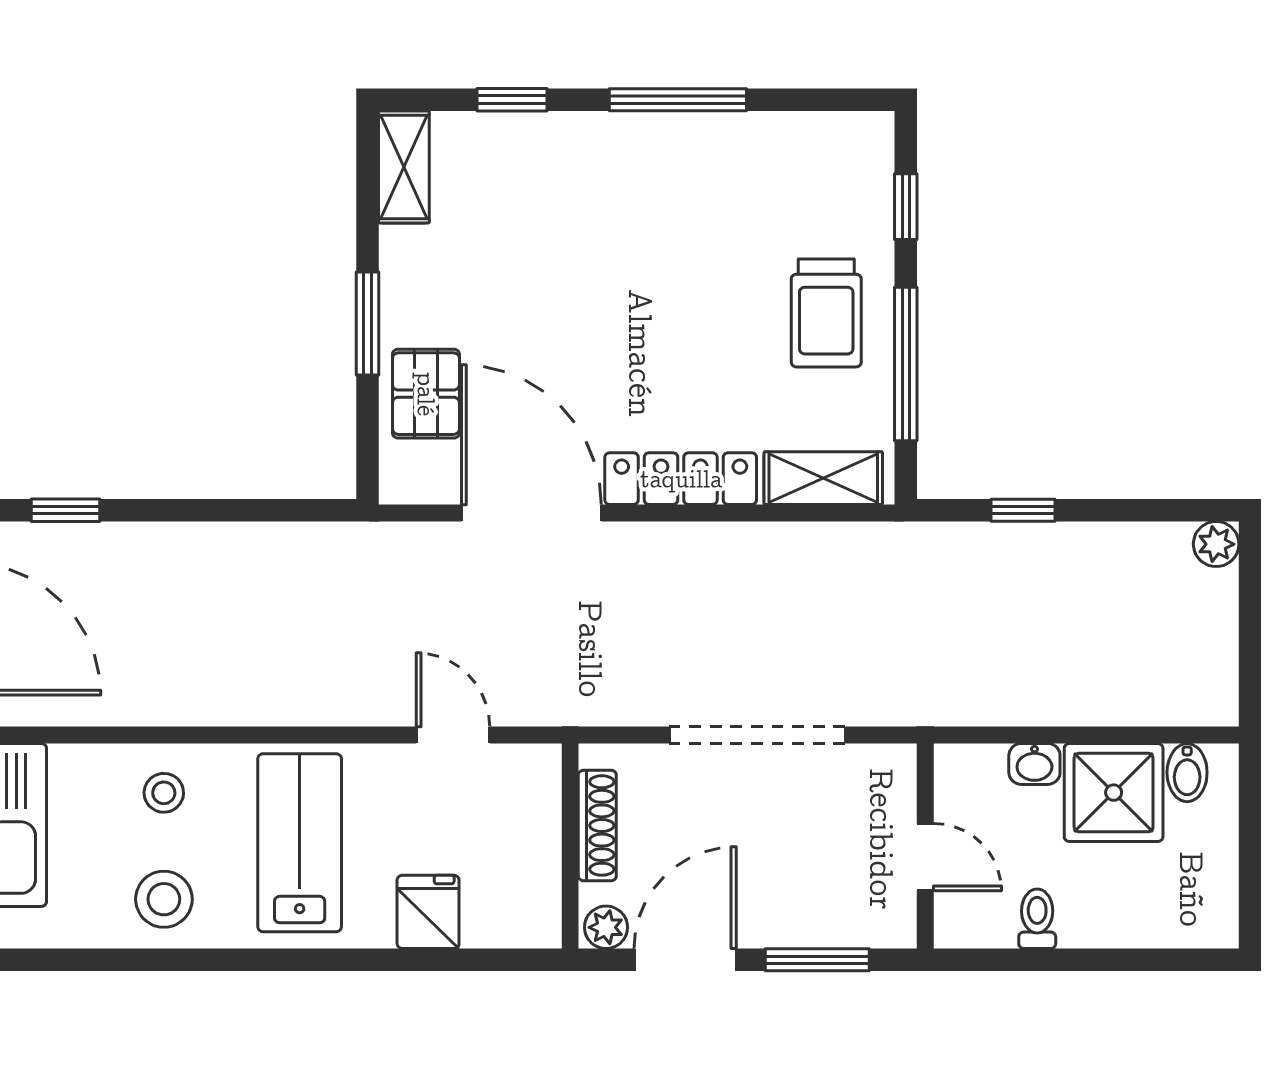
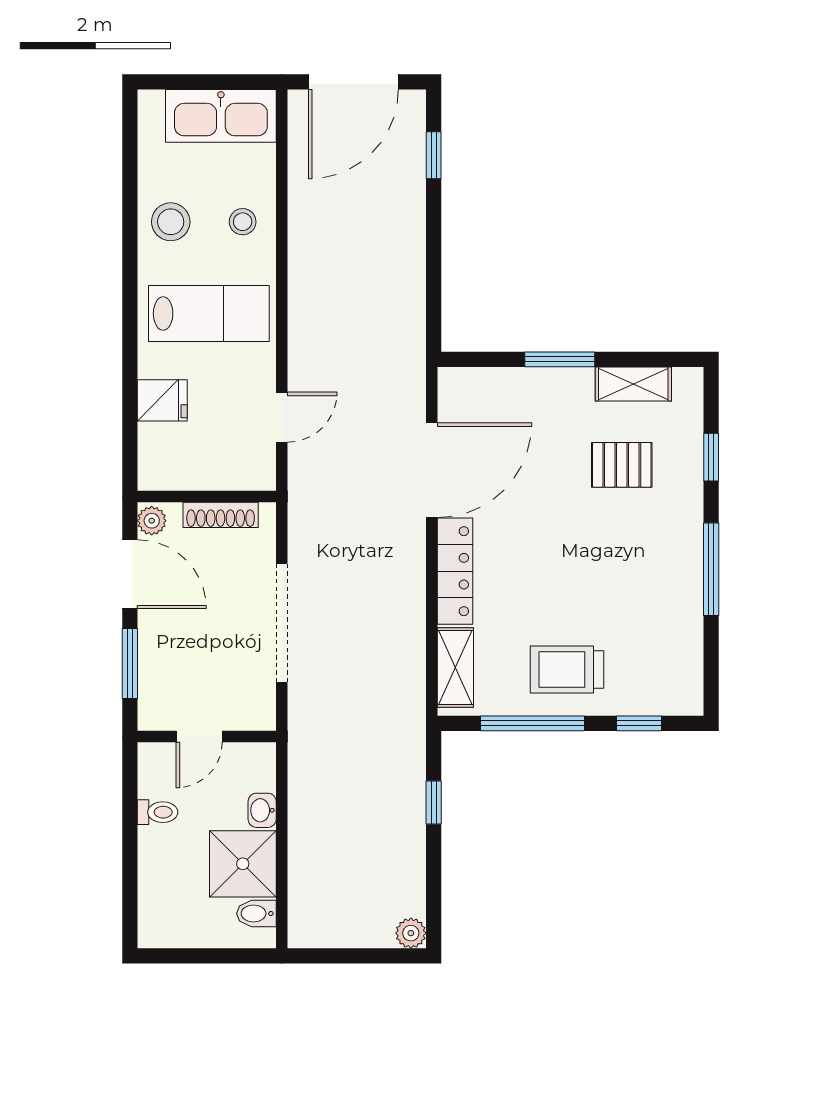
shelving: (404, 167) -> (633, 384), moved
pallet: (426, 394) -> (622, 465), moved

